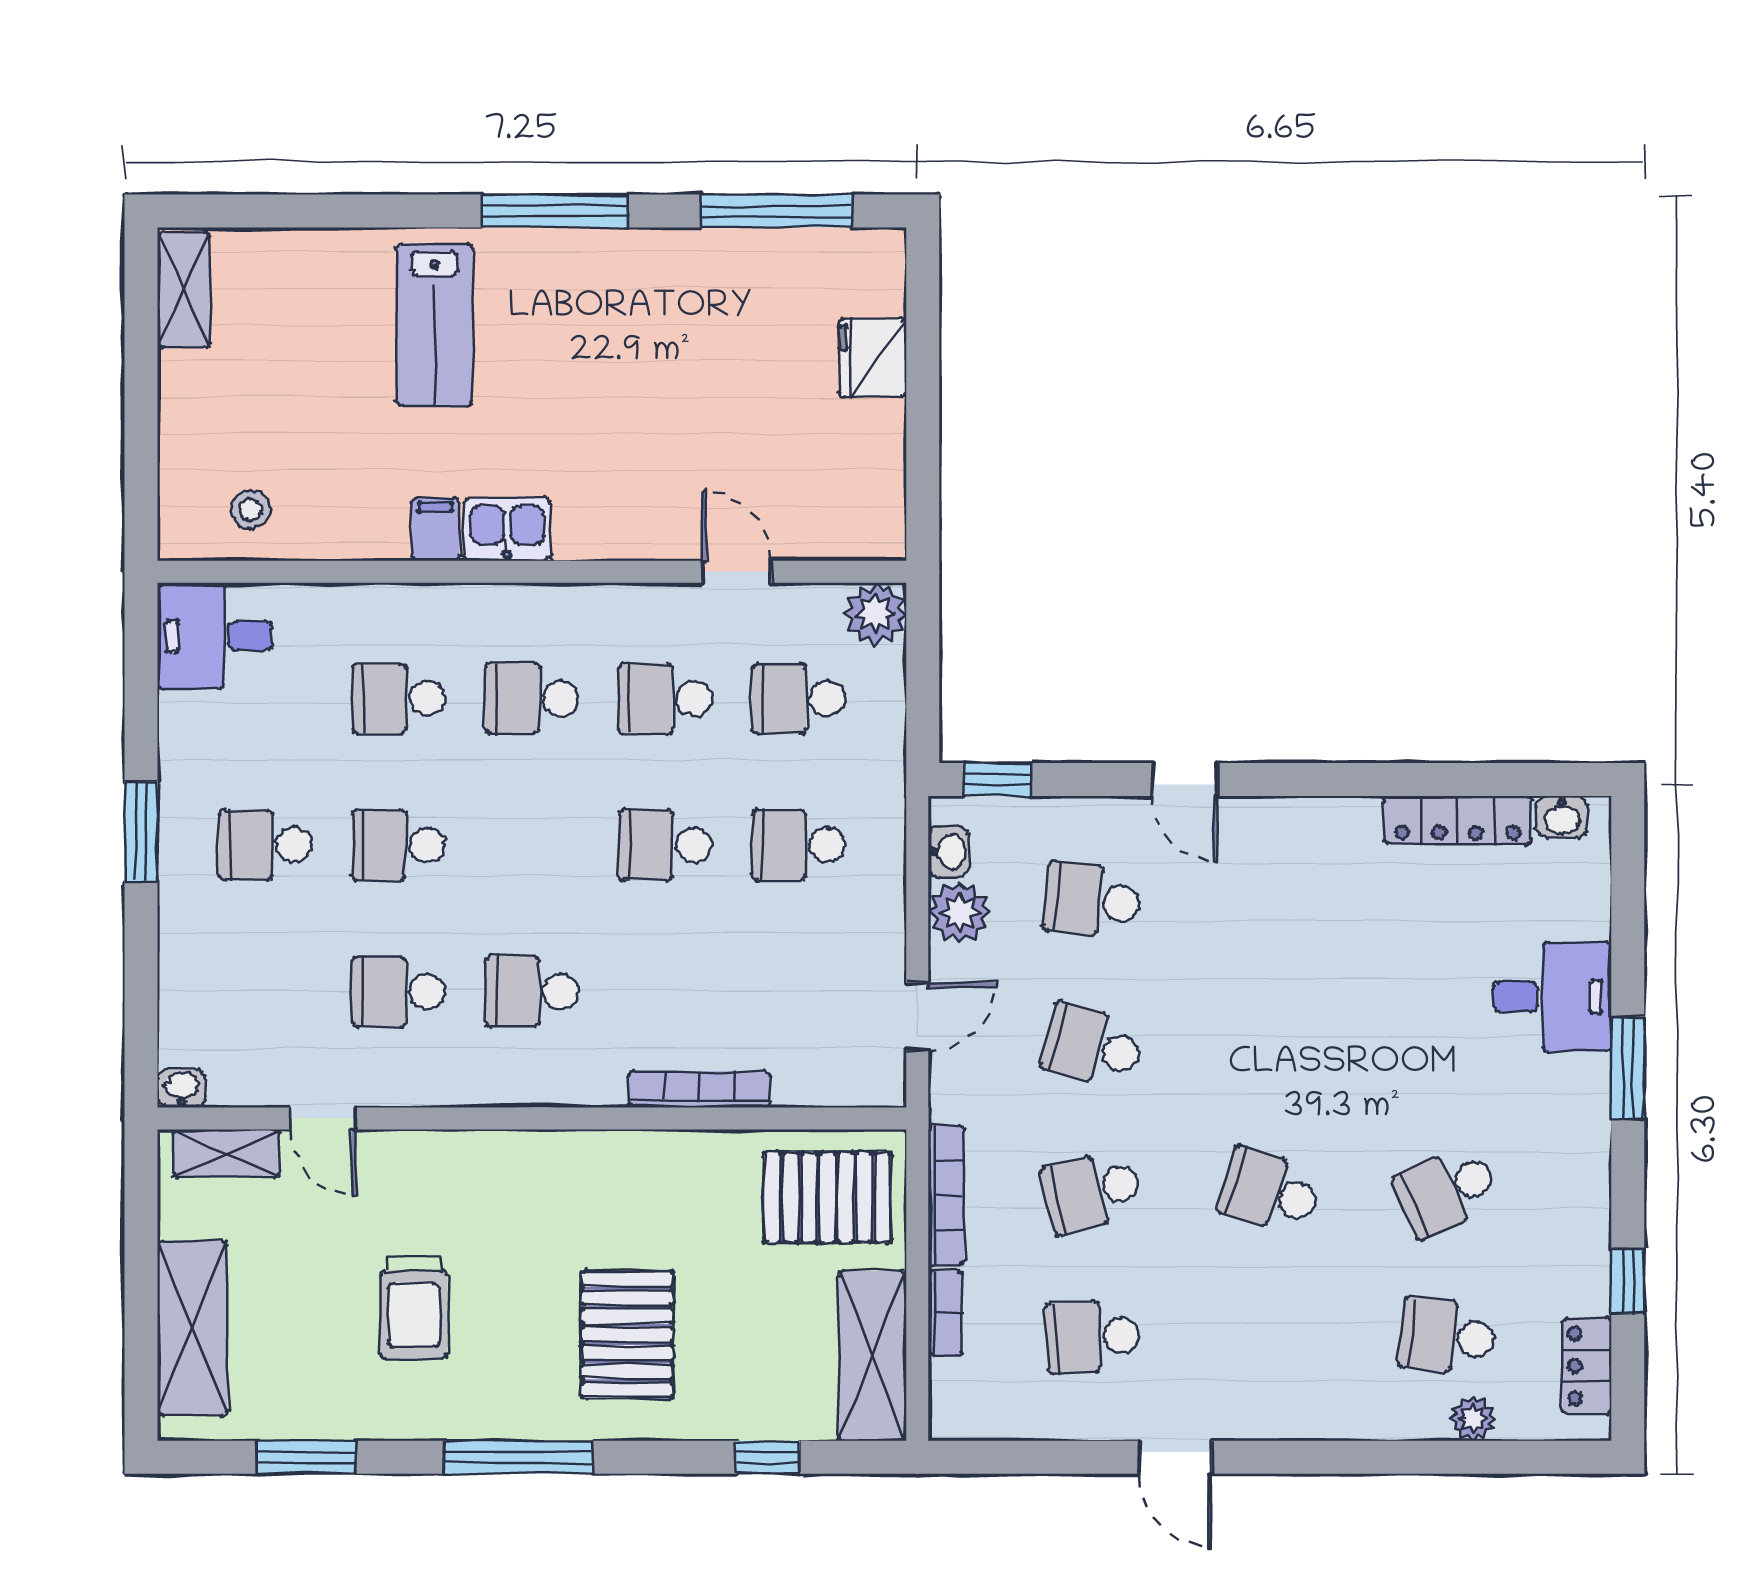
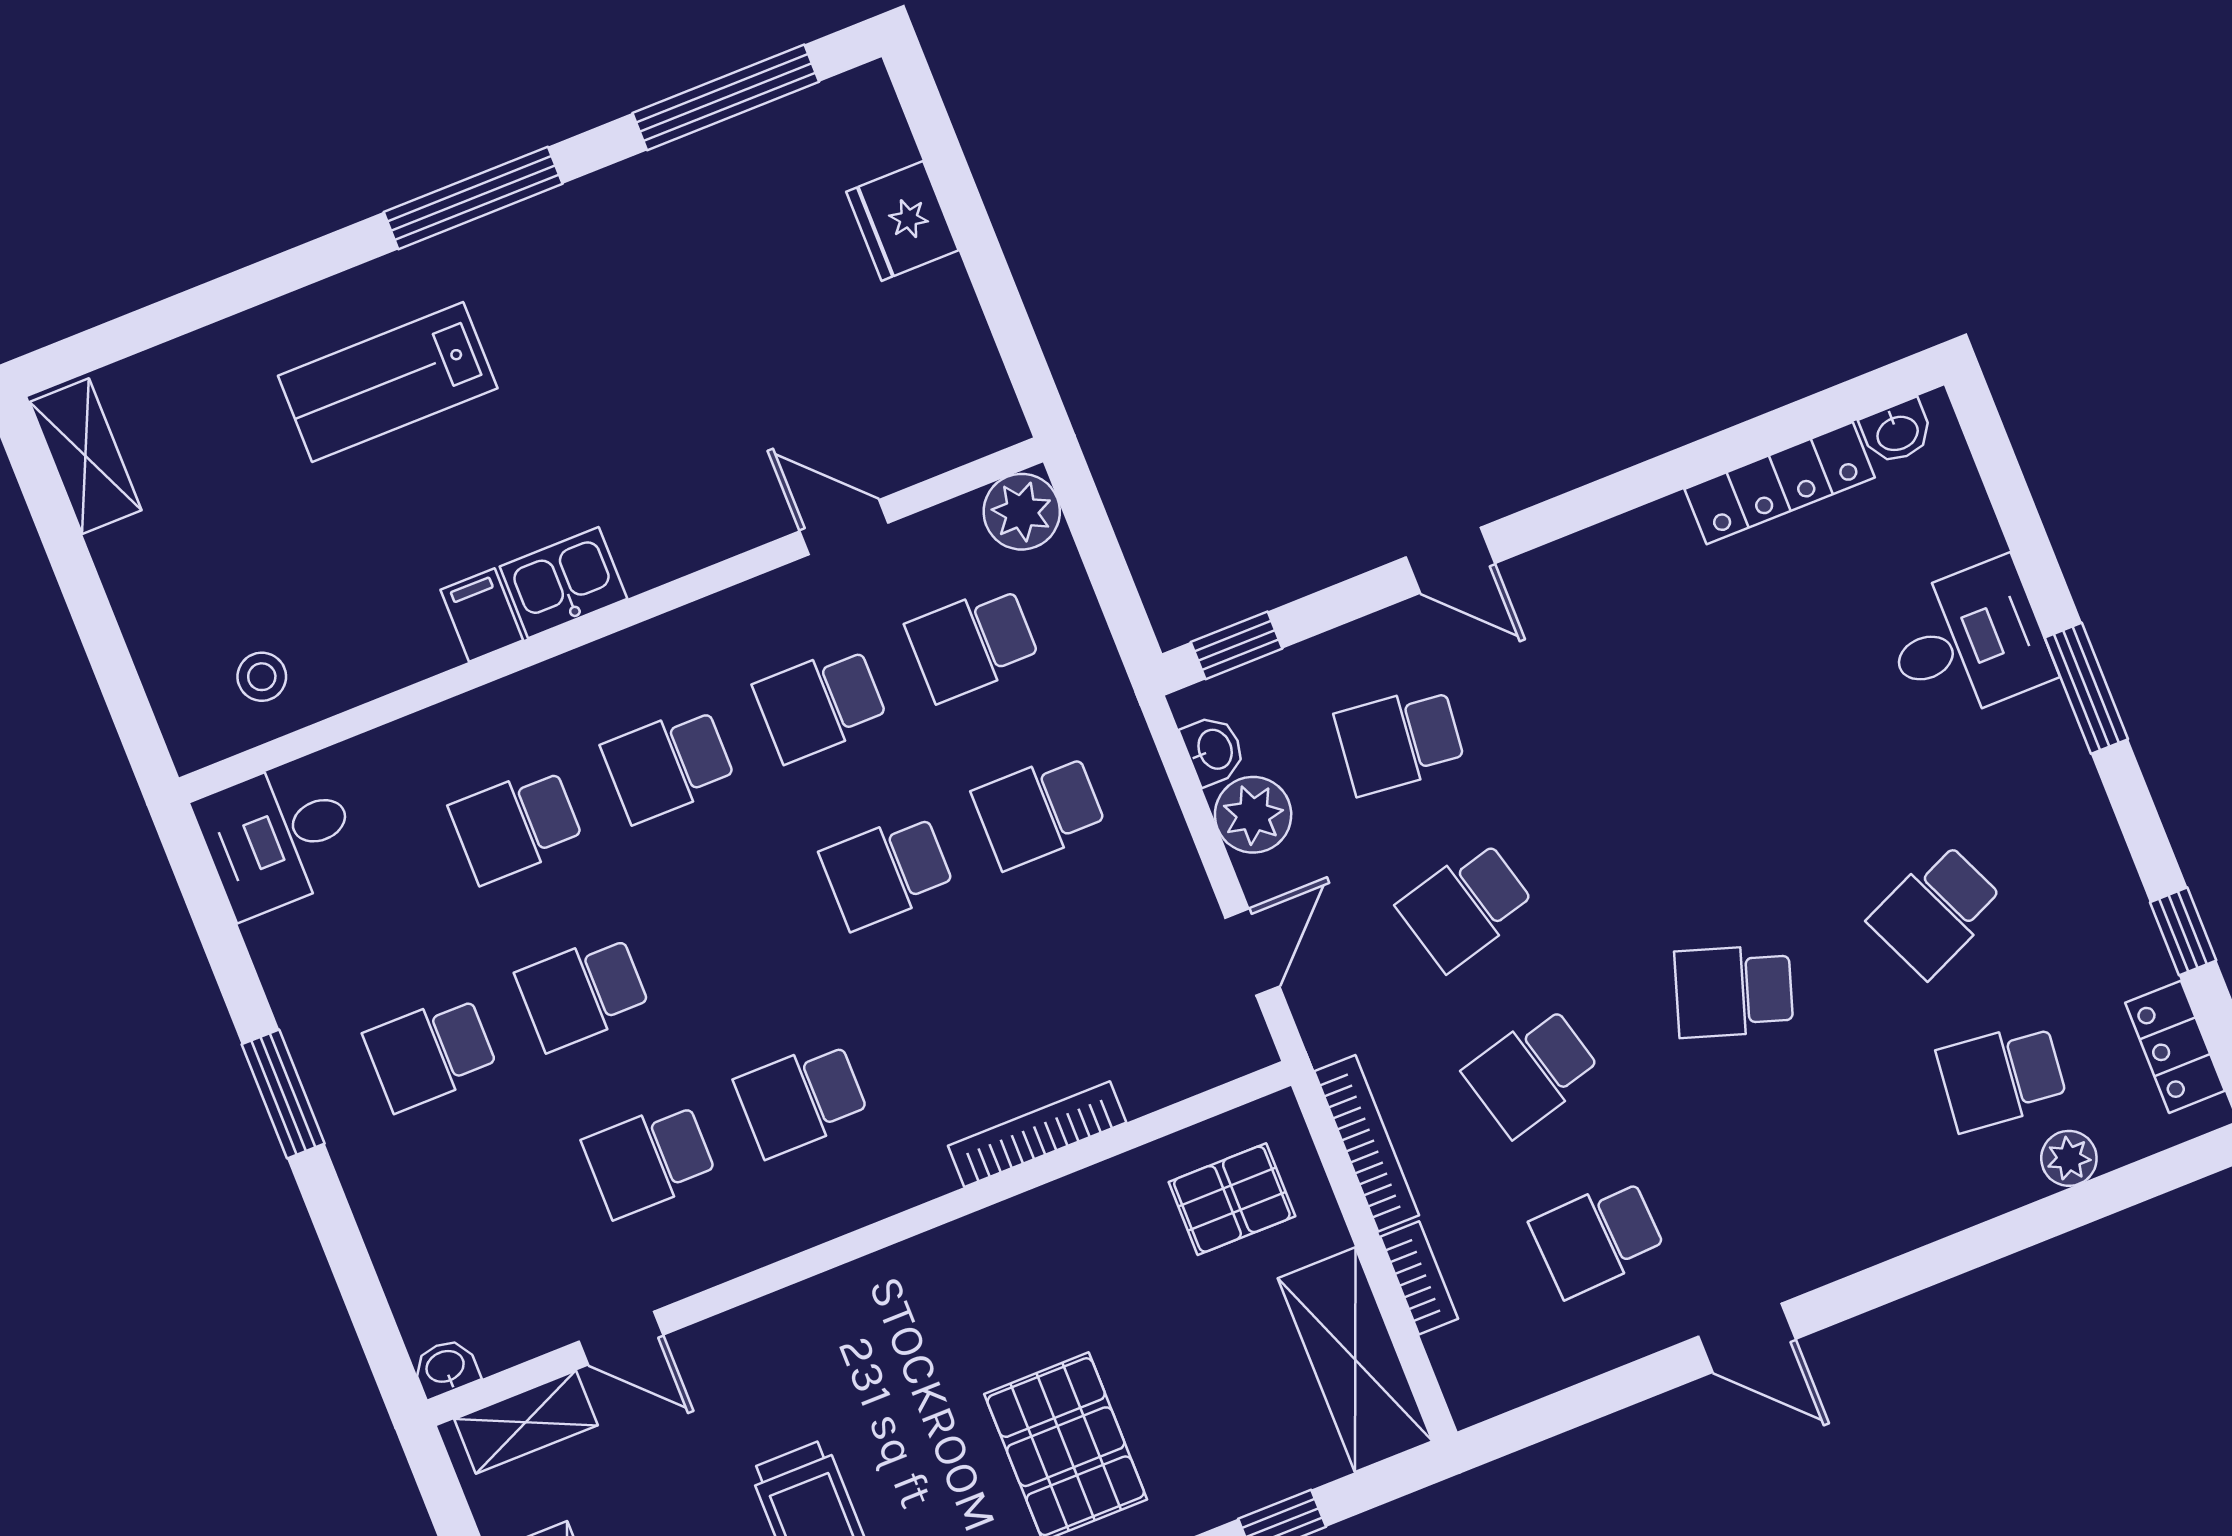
lab bench: (435, 325) -> (388, 382), turned 90
school desk: (1093, 1046) -> (1466, 906), turned -30
pallet: (827, 1197) -> (1232, 1199), width x0.67, depth x0.71

